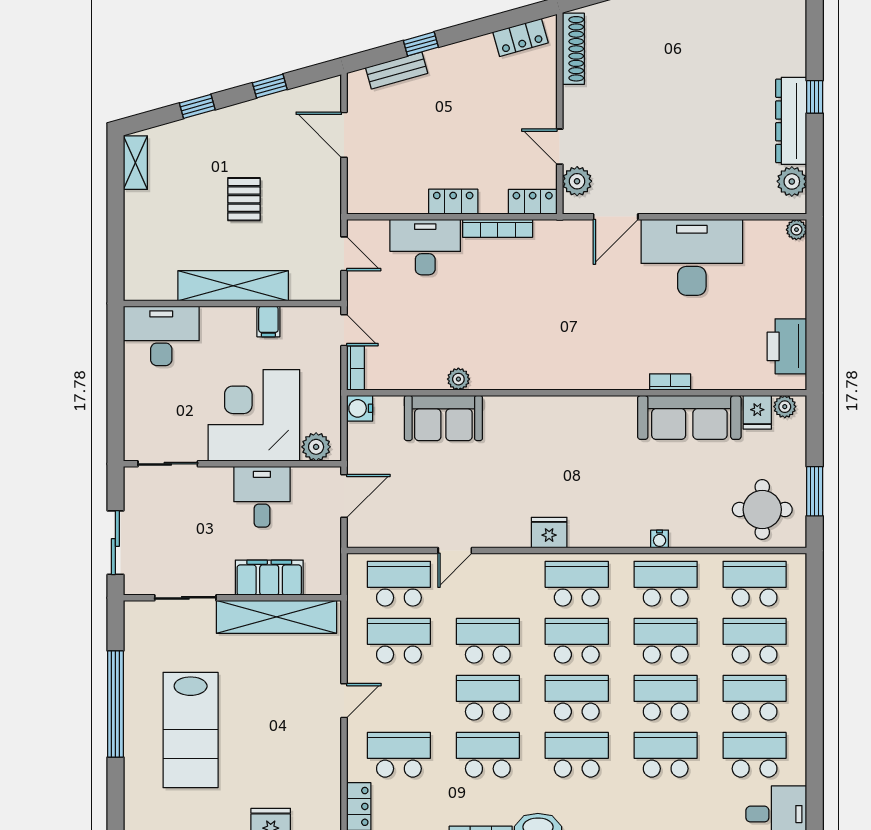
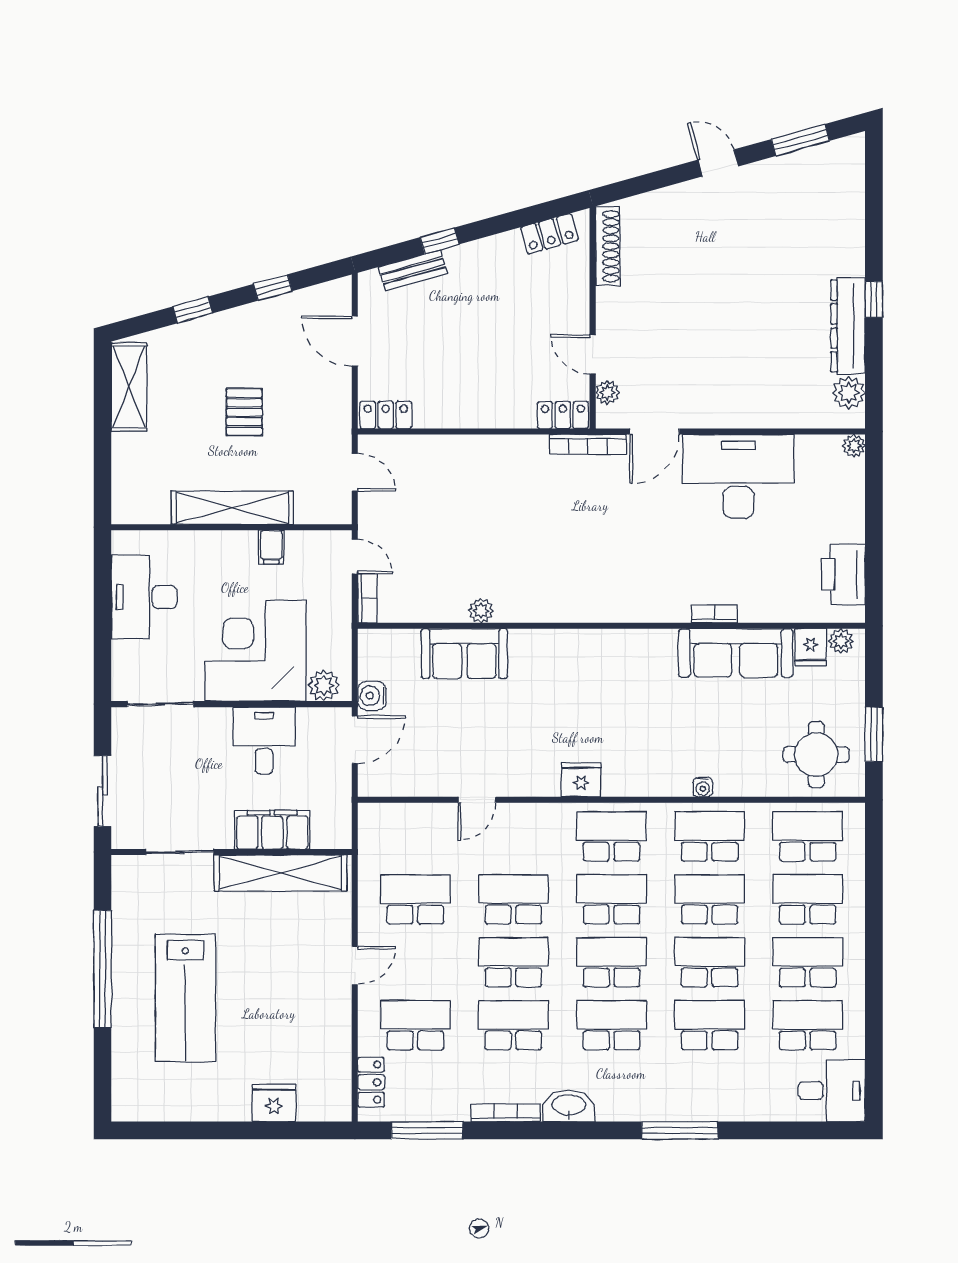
shelving: (135, 163) -> (129, 387), width x1.50, depth x1.33
plant: (577, 181) -> (607, 392), width x0.73, depth x0.73
locker: (453, 202) -> (386, 415), moved
bookcase: (498, 228) -> (588, 444), moved
desk: (425, 247) -> (444, 465), removed
desk: (161, 336) -> (144, 597), moved, turned -90
water cooler: (360, 408) -> (372, 696), moved
school desk: (399, 584) -> (415, 836), removed

